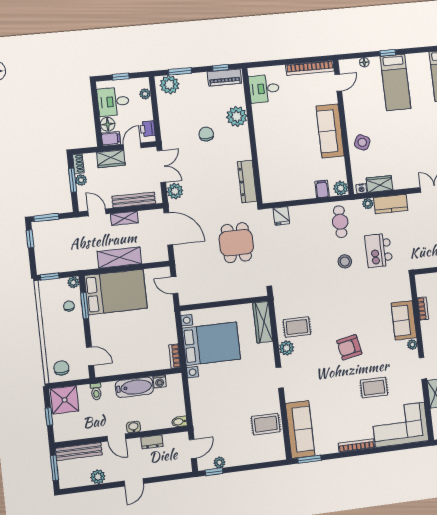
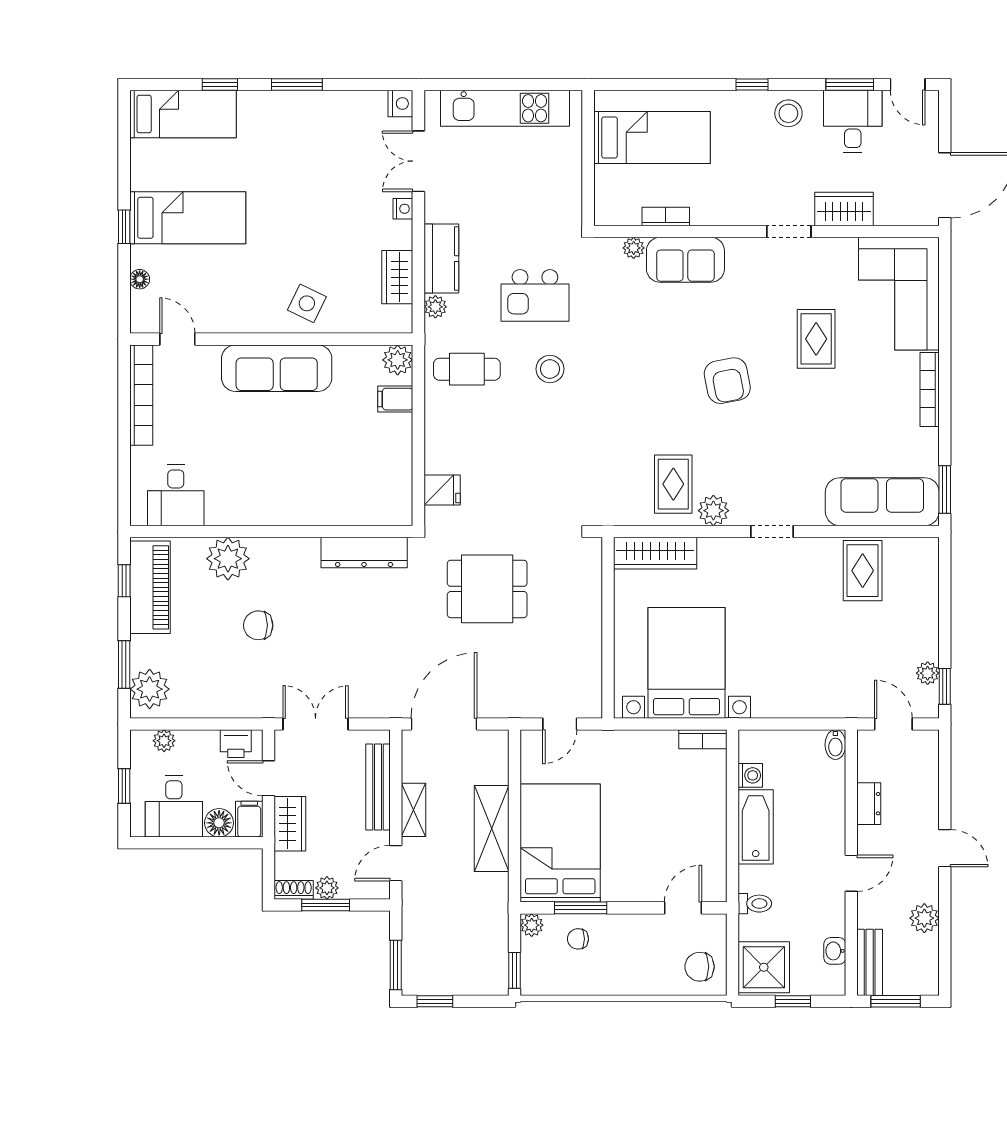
piano: (224, 77) -> (150, 587), width x1.37, depth x1.33
nightstand: (361, 189) -> (403, 209), moved
plant: (175, 191) -> (369, 702), removed
plant: (412, 345) -> (634, 248), moved
washbasin: (133, 427) -> (835, 951), moved
bench: (79, 452) -> (870, 962), width x0.73

